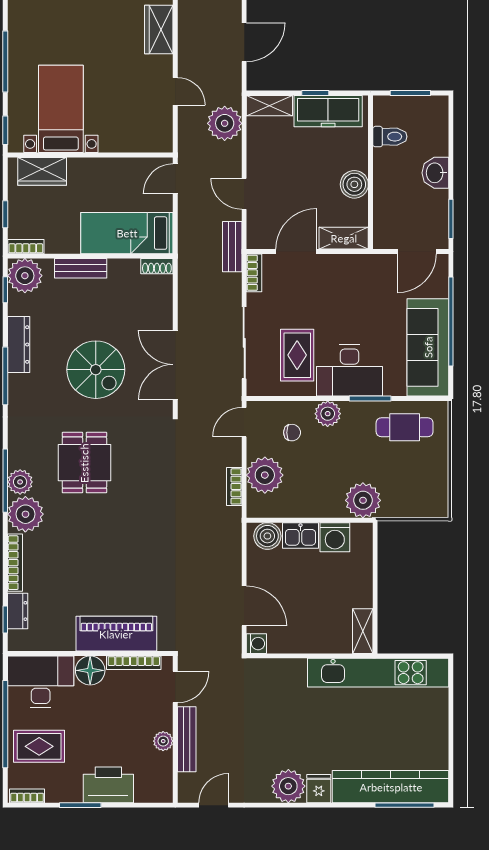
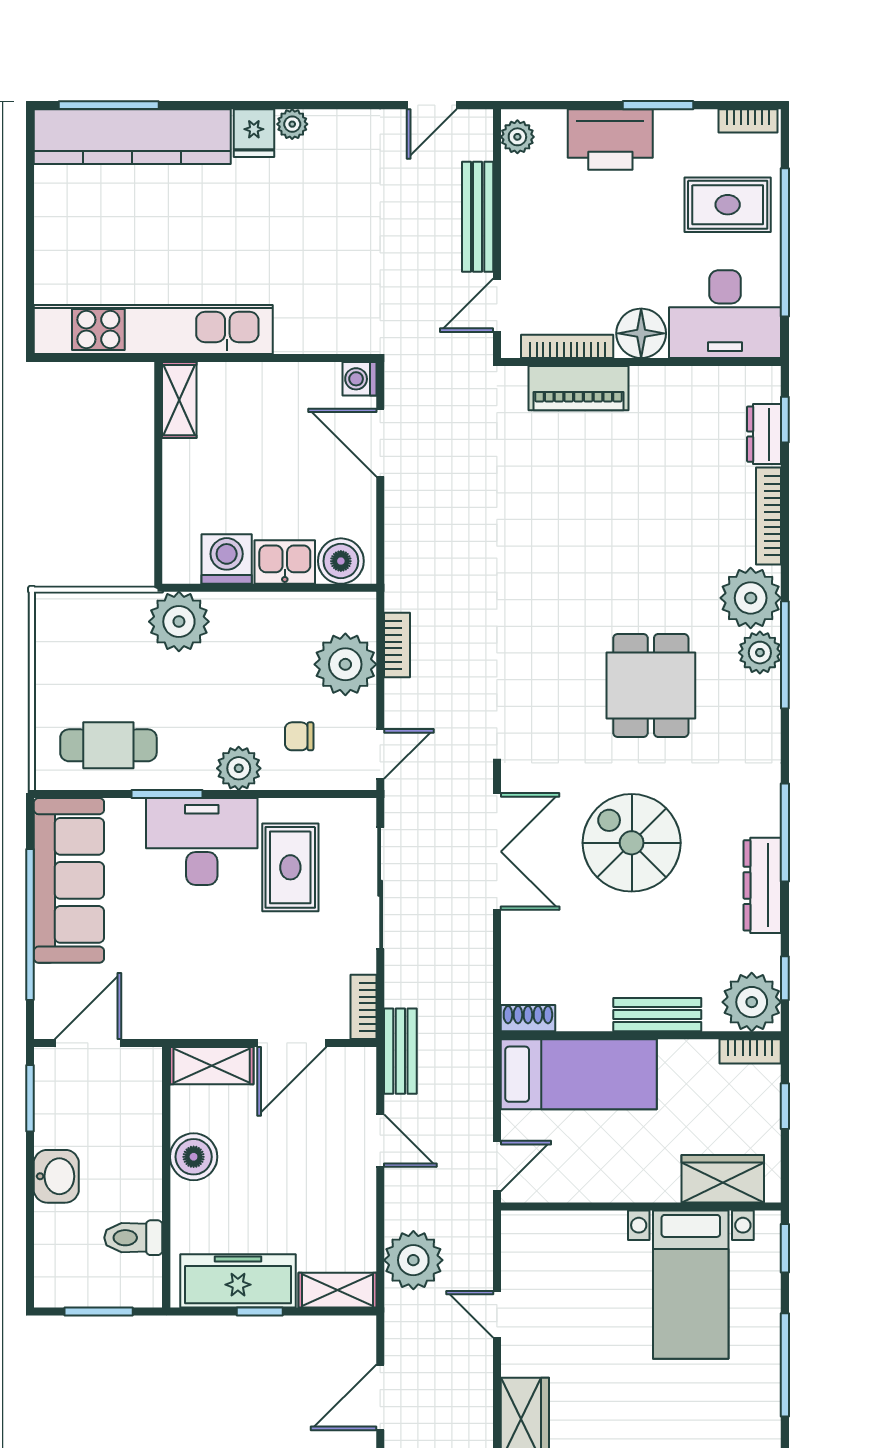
piano: (116, 634) -> (578, 388), width x0.73, depth x0.75
plant: (163, 741) -> (517, 137), moved
plant: (288, 786) -> (292, 124), width x0.53, depth x0.53

